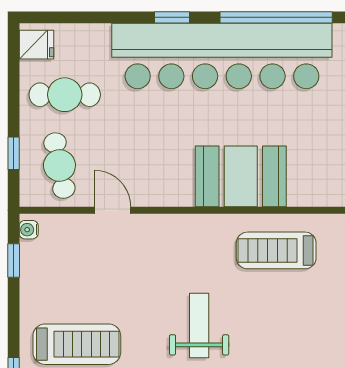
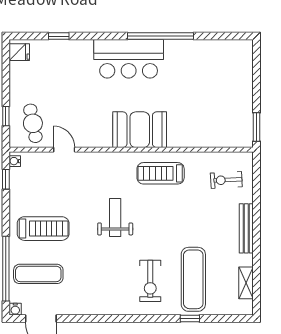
window: (172, 17) -> (59, 36), moved
bar counter: (222, 56) -> (129, 59), width x0.54
cafe table: (65, 95) -> (36, 82), removed

